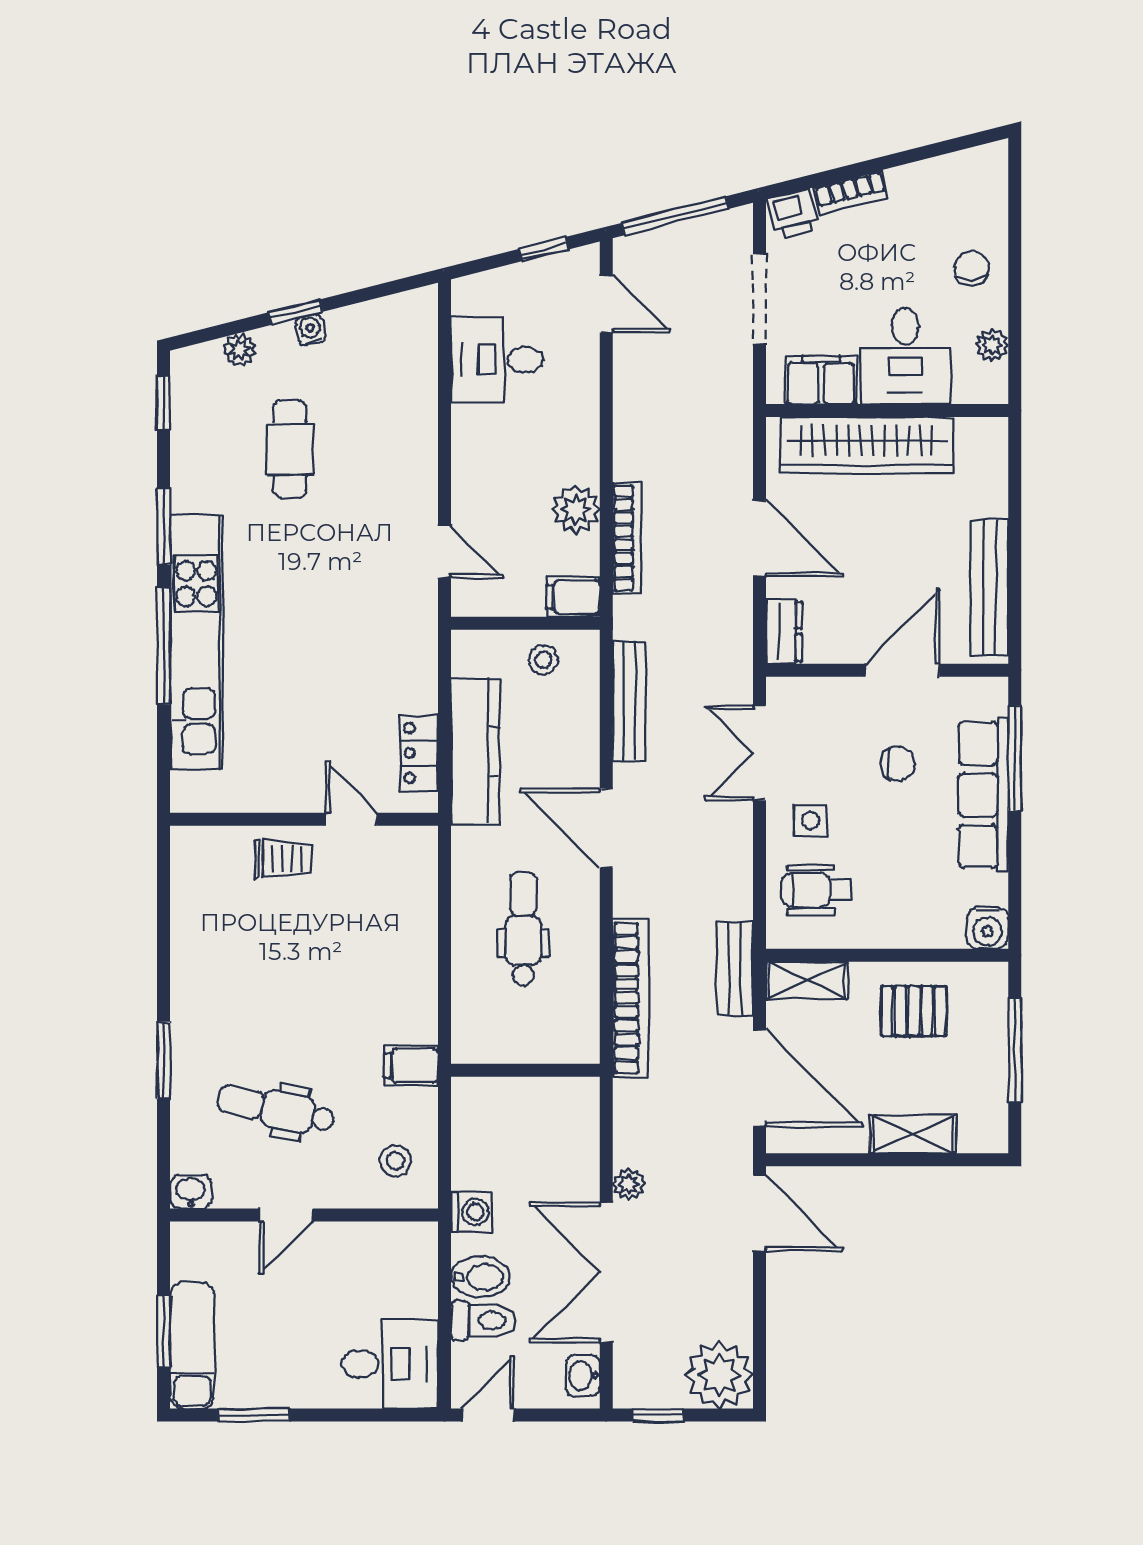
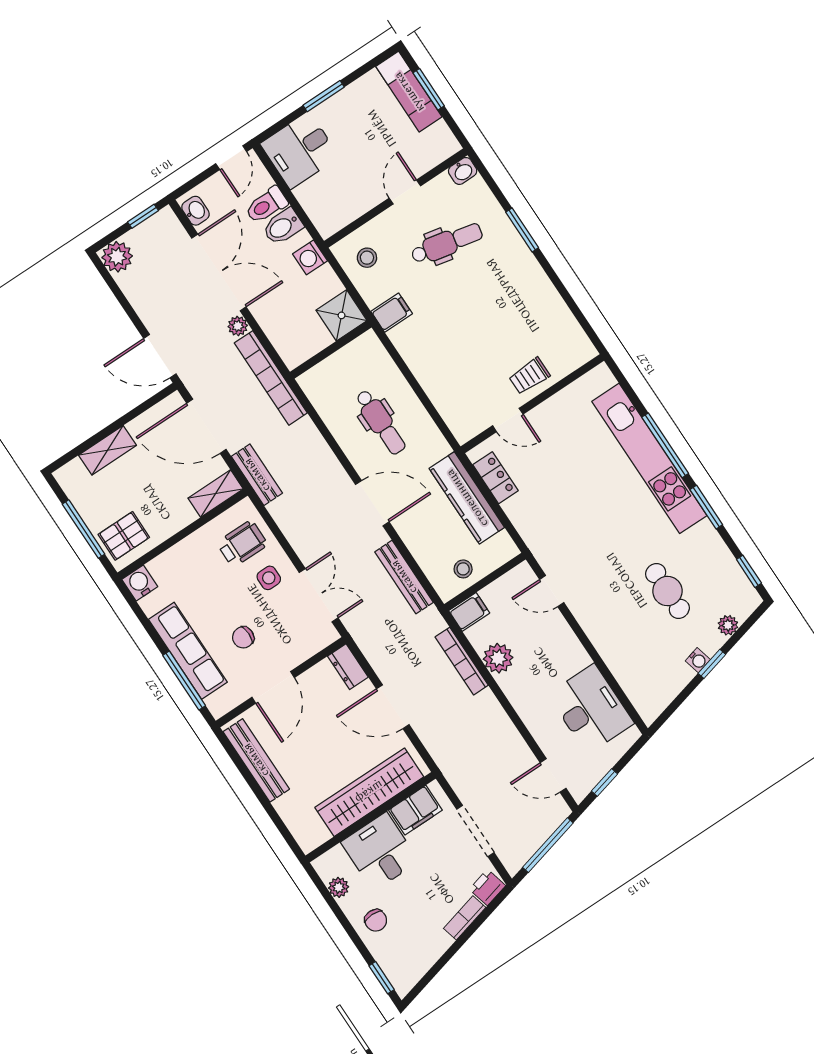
window: (1015, 186) -> (382, 978), added
desk: (497, 360) -> (591, 709), width x1.37
bookcase: (631, 998) -> (271, 378), moved
pallet: (914, 1011) -> (124, 536), moved
shower: (481, 1106) -> (342, 315), added
plant: (719, 1375) -> (117, 257), width x0.73, depth x0.73
window: (254, 1415) -> (324, 96), moved

